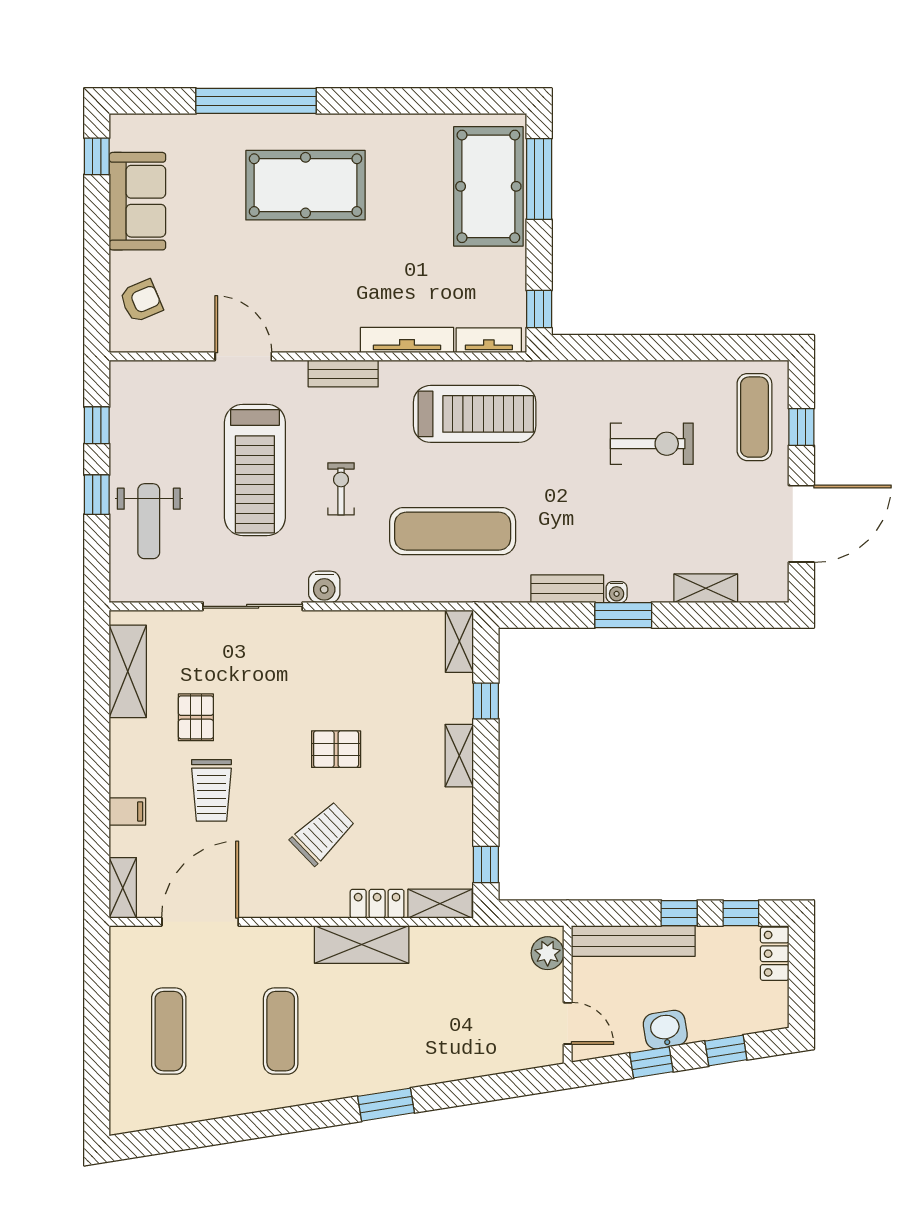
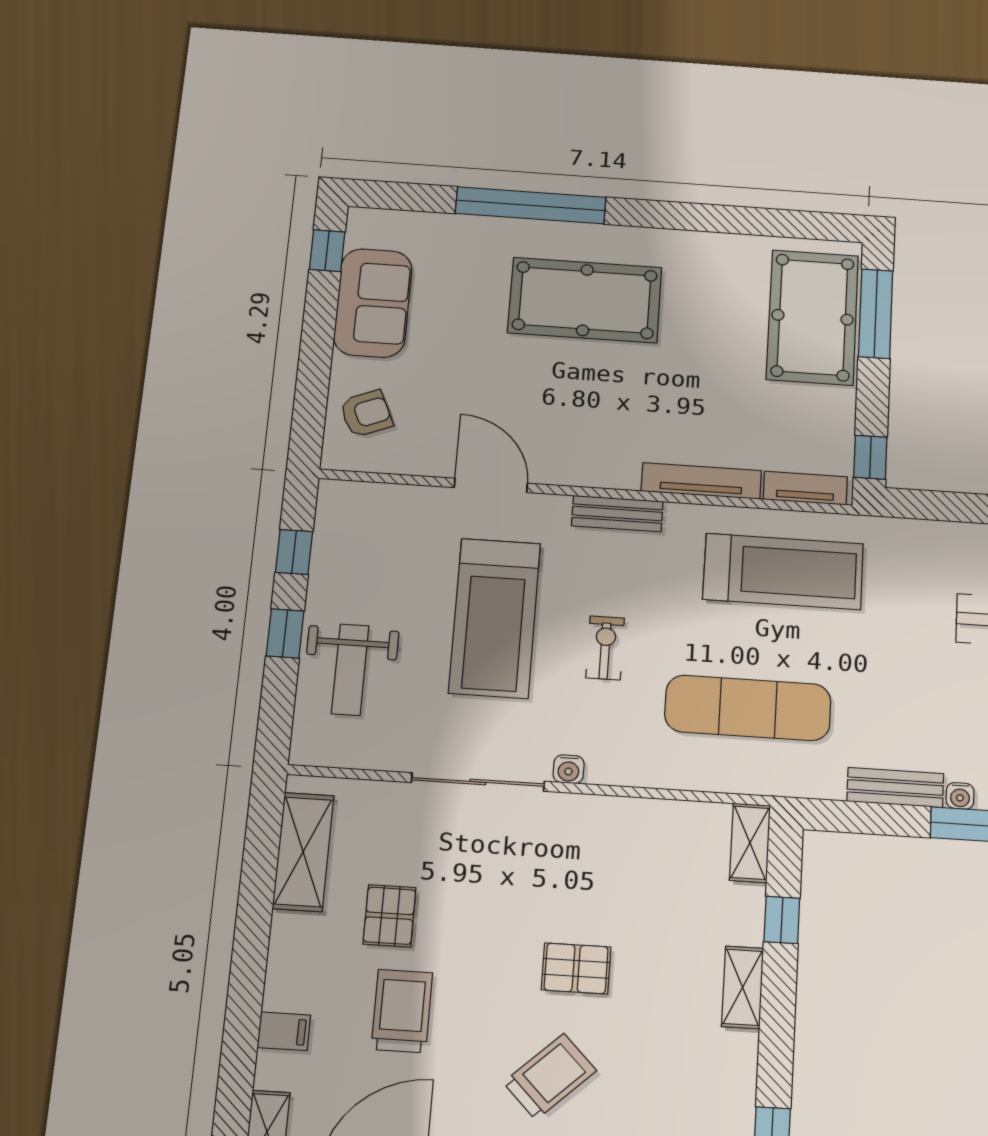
water cooler: (324, 587) -> (569, 769), width x0.72, depth x0.72
trolley: (211, 790) -> (402, 1011), turned 180

